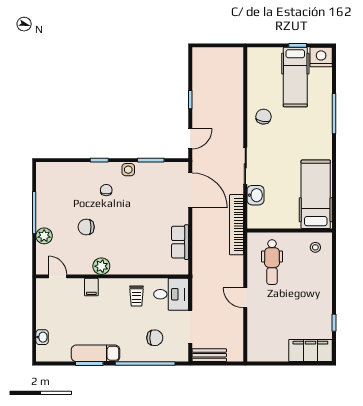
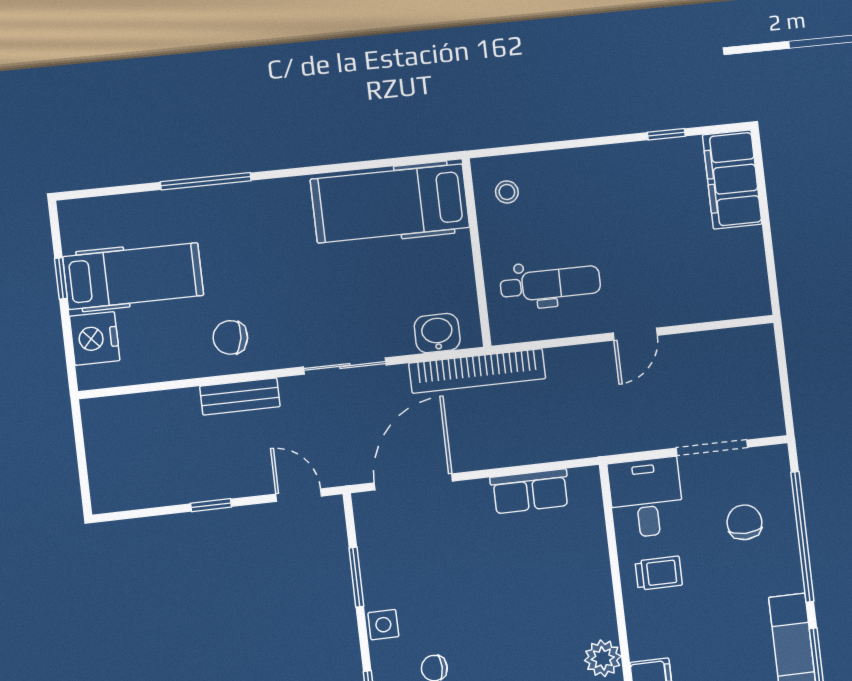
nightstand: (321, 57) -> (95, 338), moved
washbasin: (255, 195) -> (437, 333), moved
bench: (209, 355) -> (240, 396), moved, turned 90

